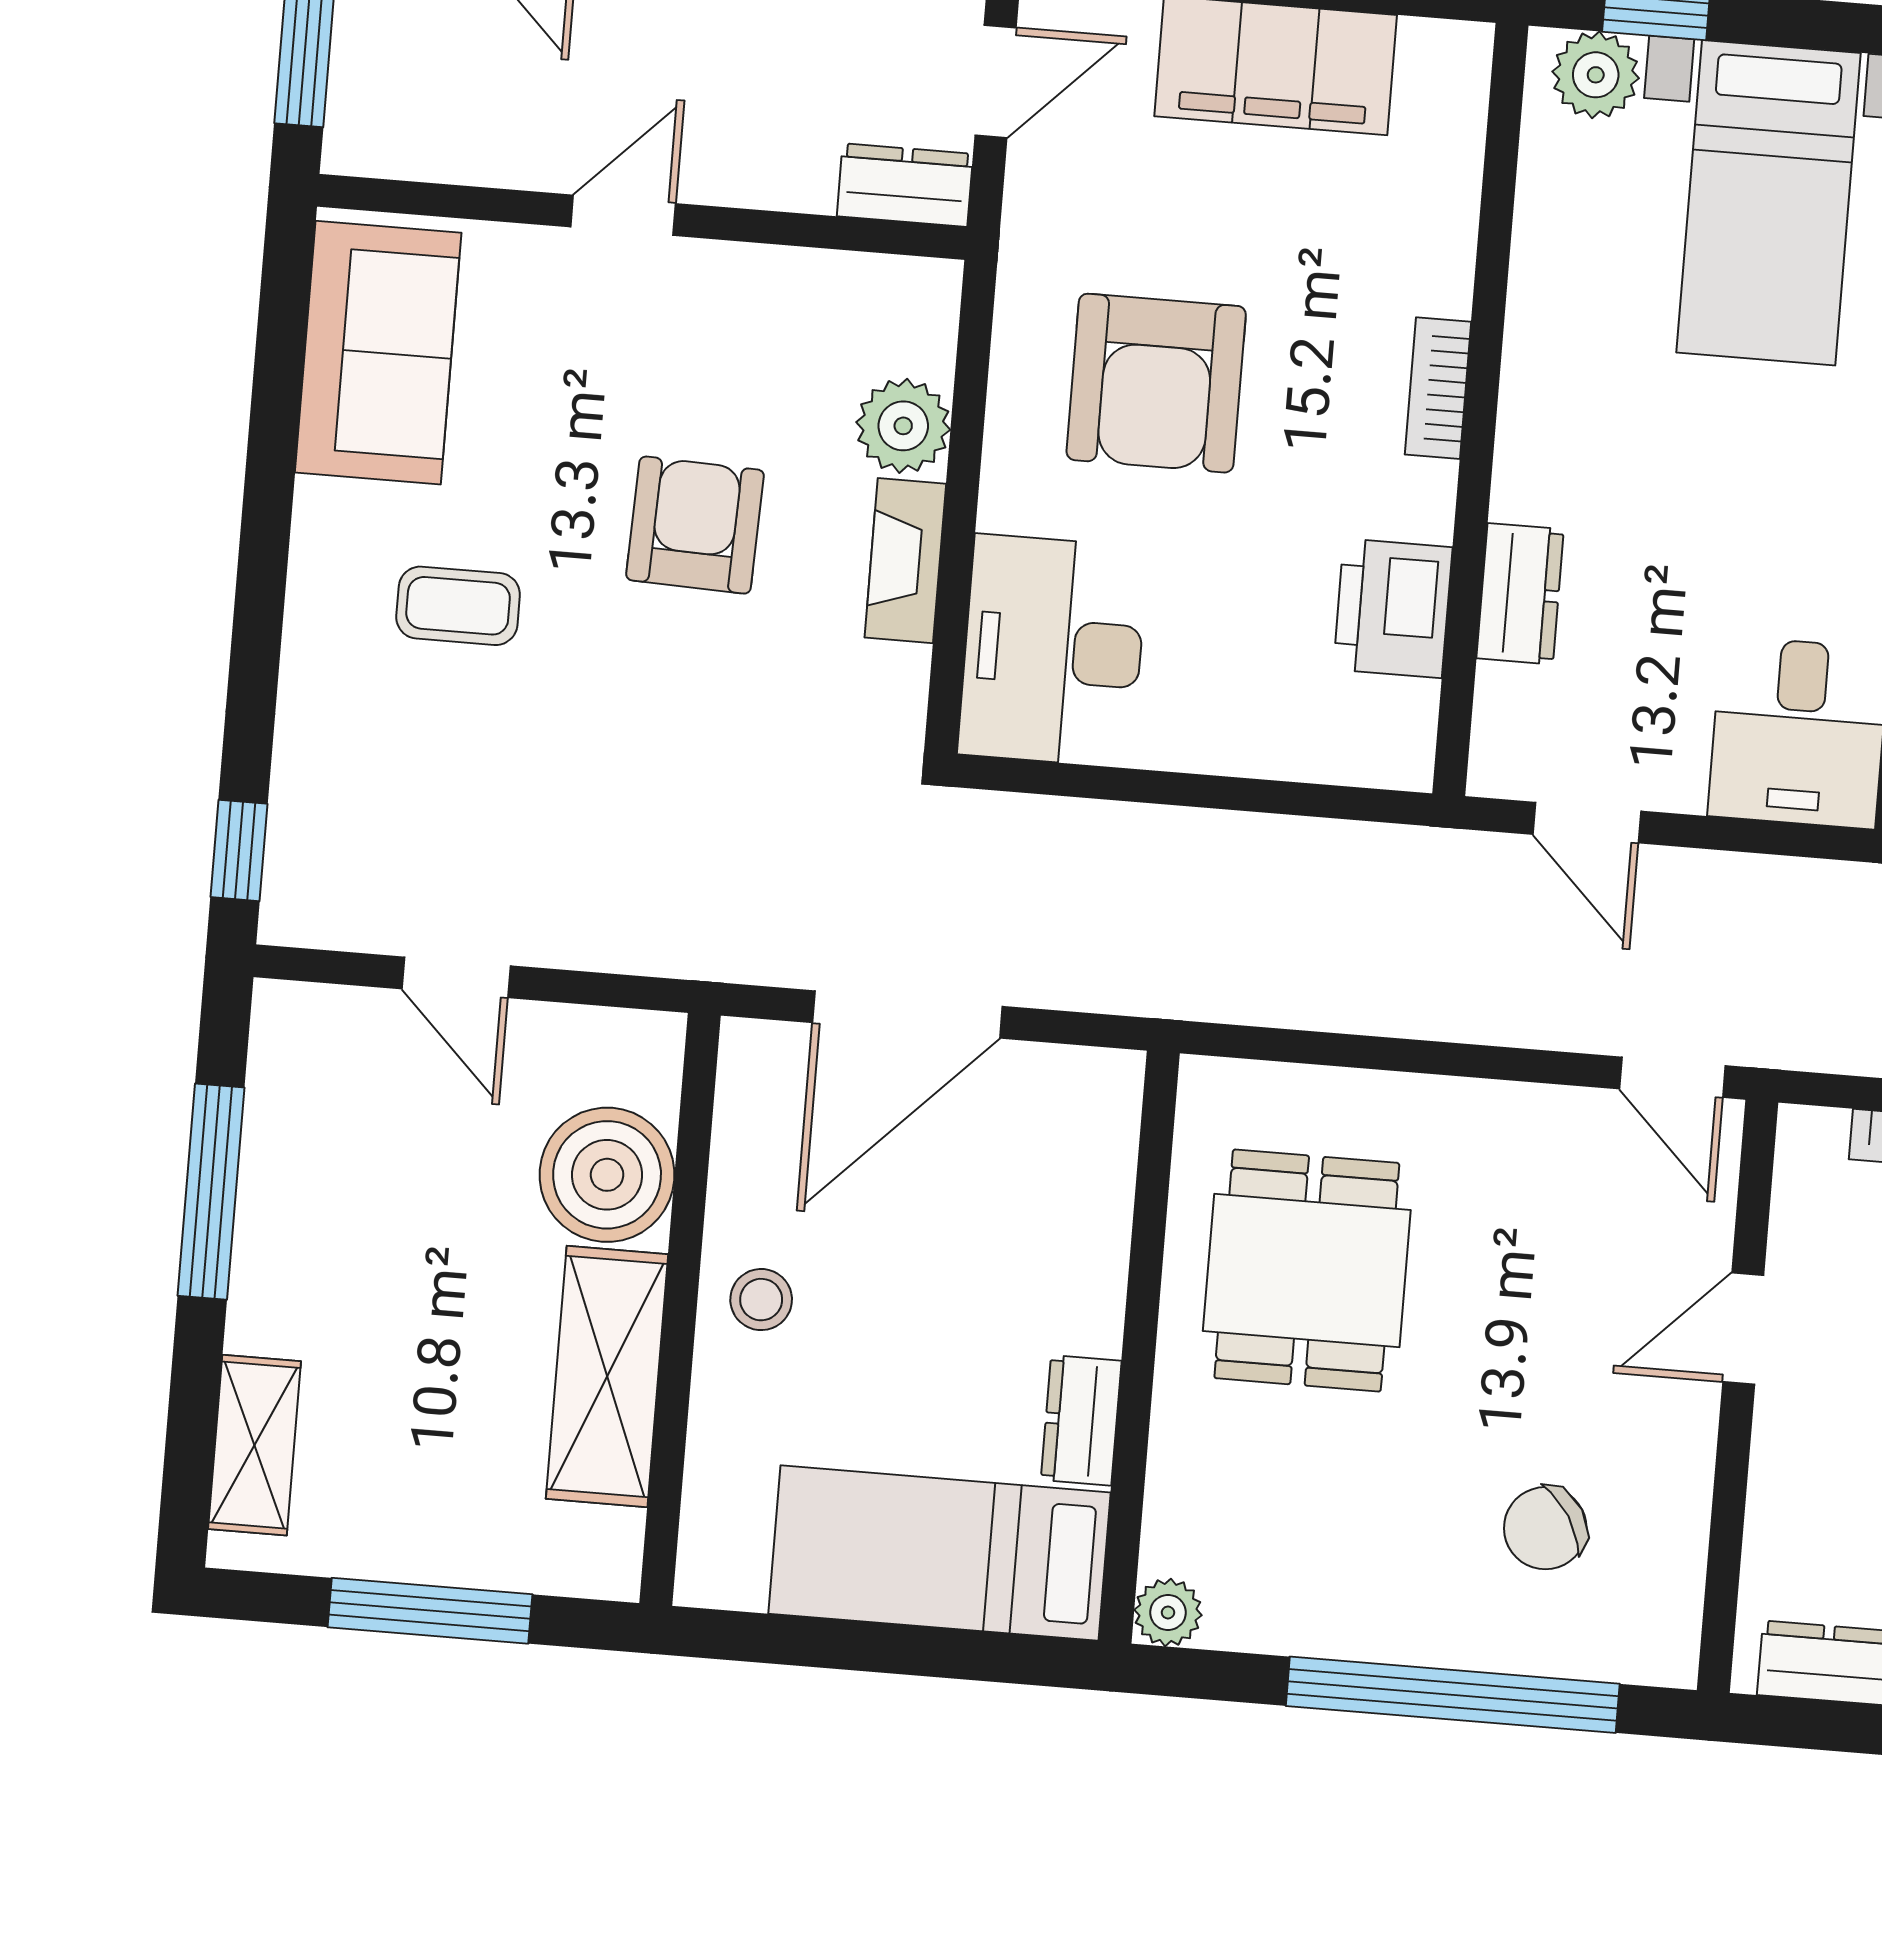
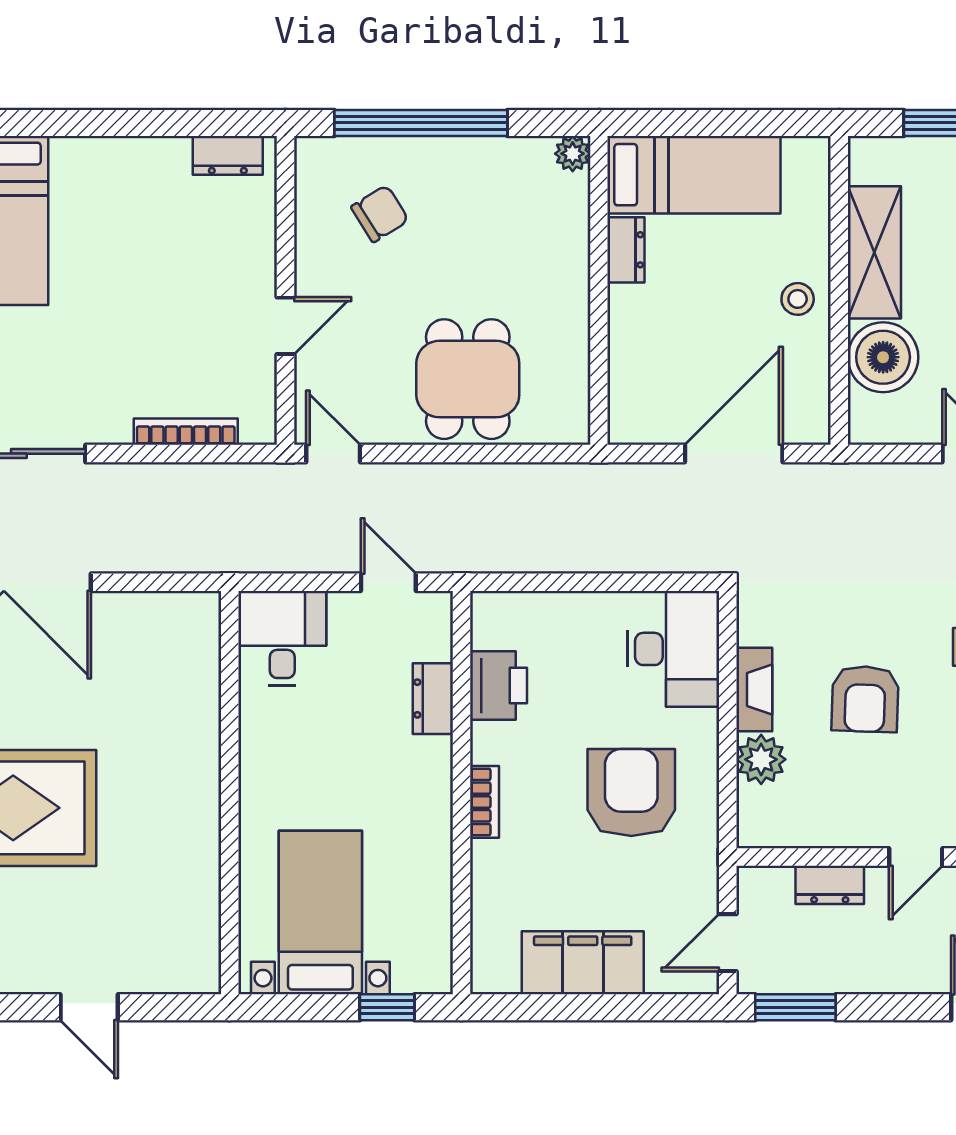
plant: (1596, 75) -> (416, 972), removed
dresser: (905, 185) -> (830, 885), moved
dining table: (1307, 1271) -> (468, 379), moved

